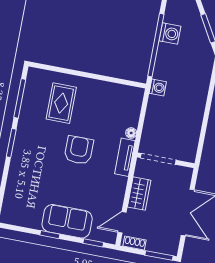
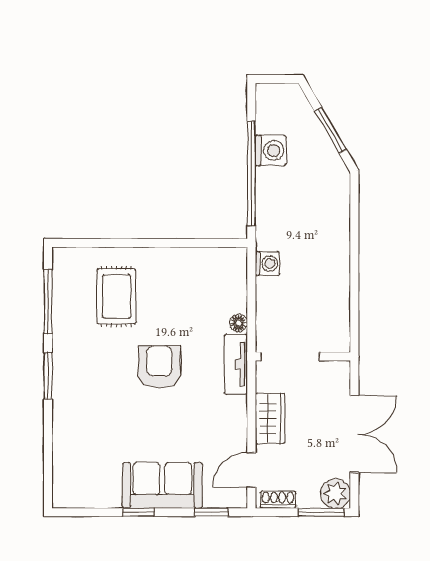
washing machine: (158, 87) -> (267, 264), moved
plant: (170, 246) -> (335, 493), added

